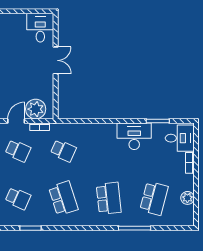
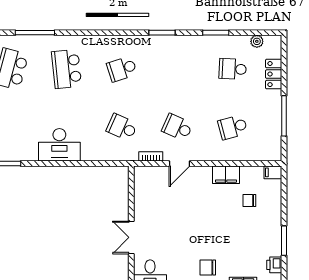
plant: (36, 109) -> (156, 178), removed
desk: (134, 136) -> (59, 145), moved
school desk: (18, 198) -> (177, 69), removed
school desk: (63, 198) -> (122, 69), width x0.54

